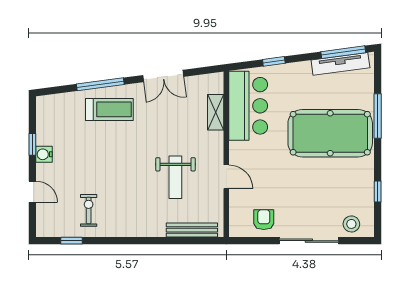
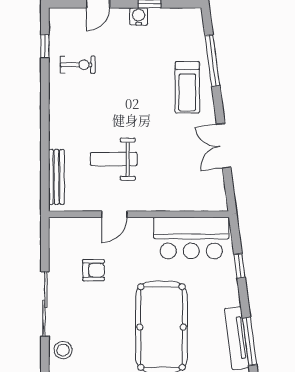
window: (100, 84) -> (212, 61), moved
shelving: (216, 112) -> (184, 203), removed
armchair: (264, 220) -> (94, 270), moved

